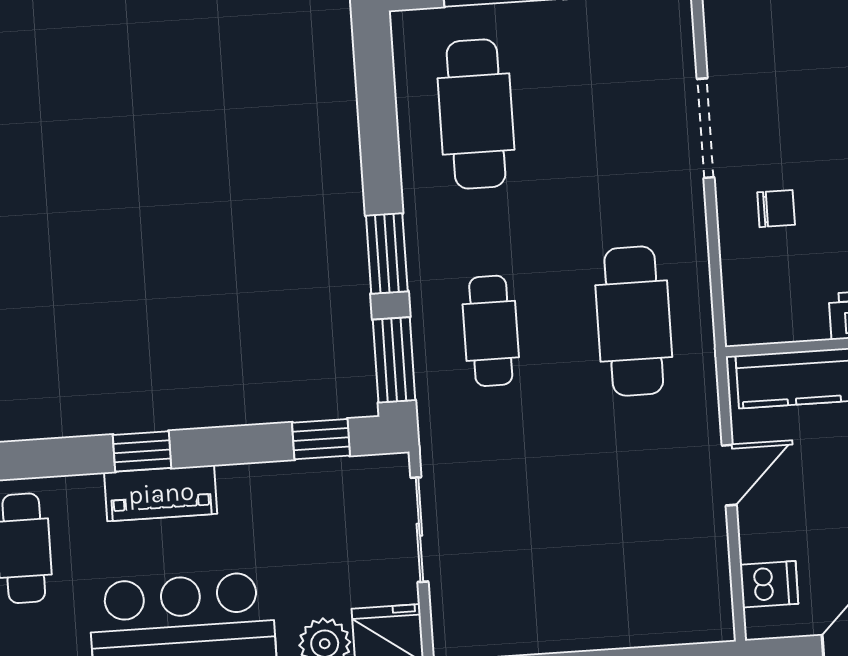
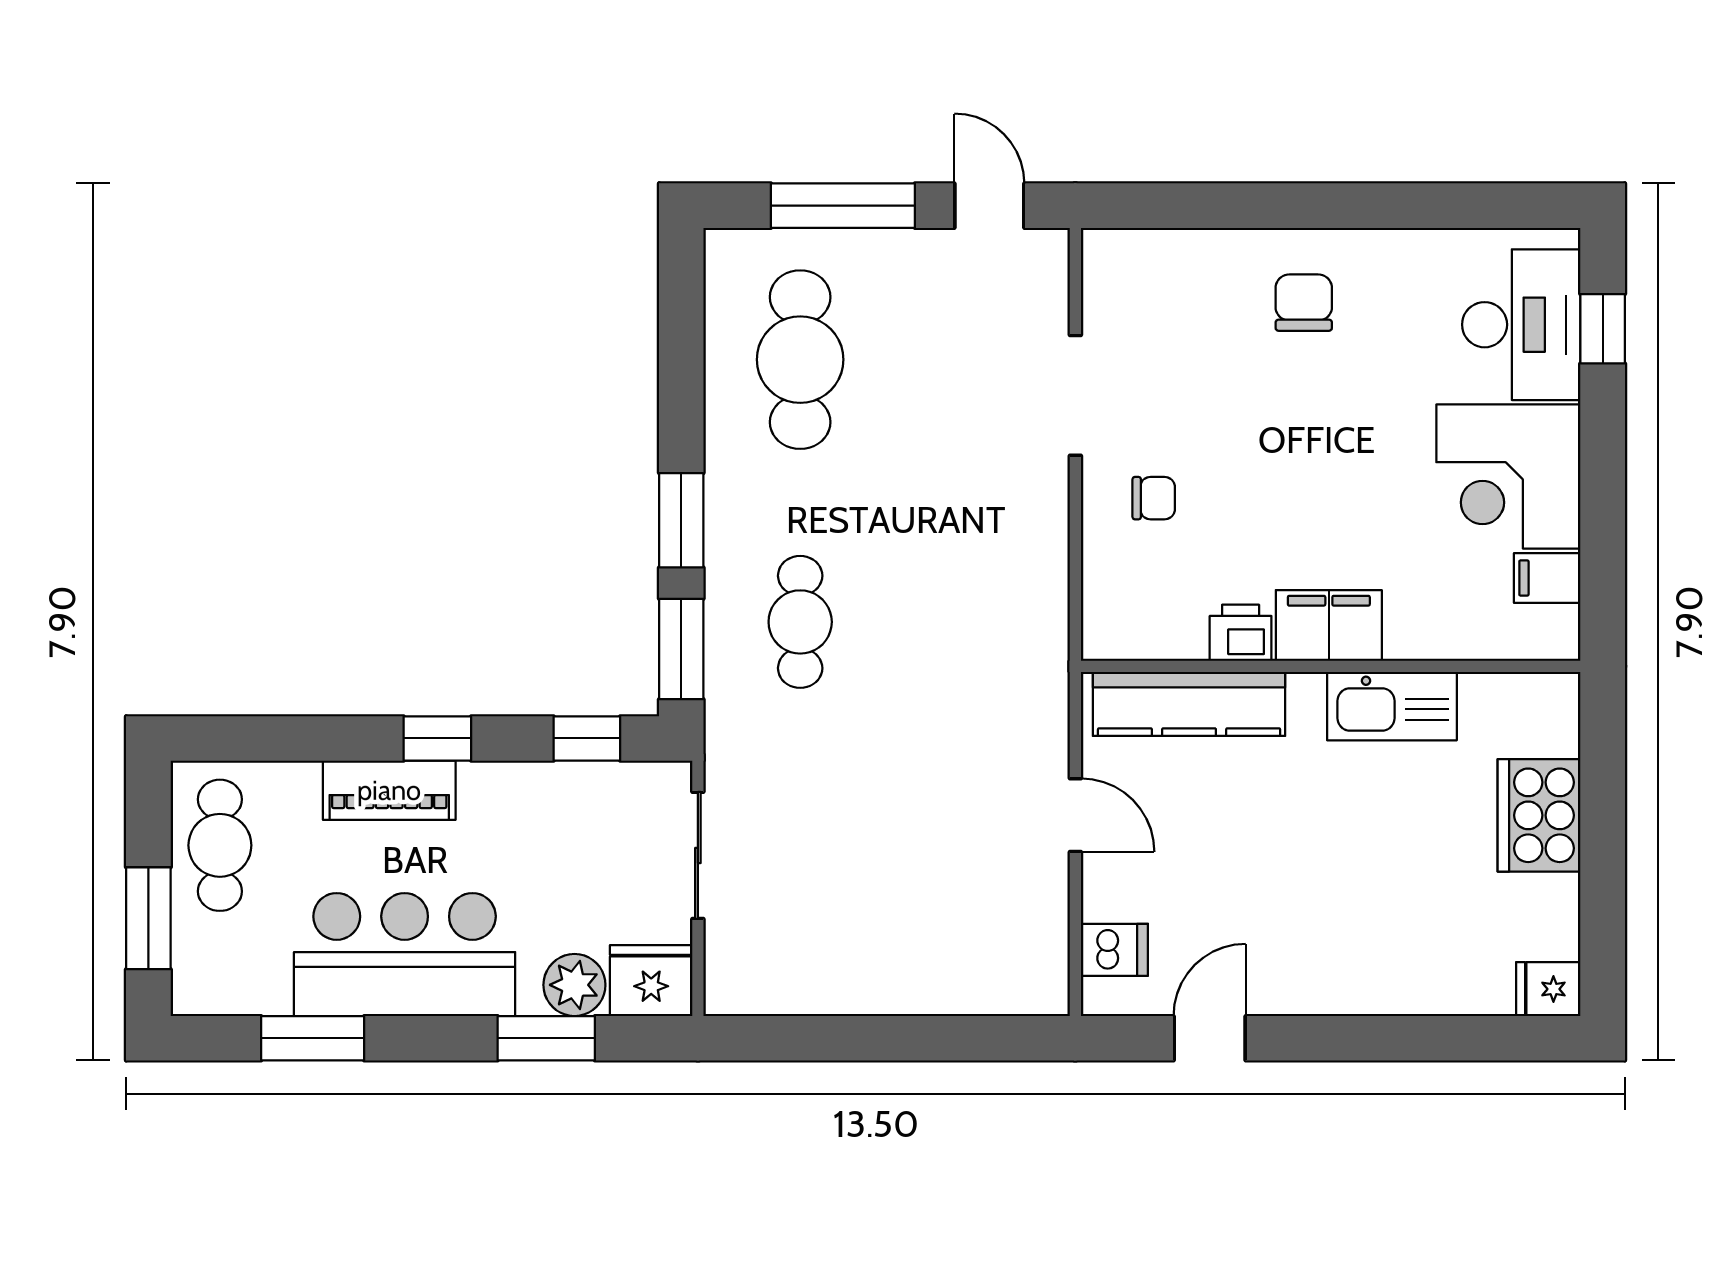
cafe table: (634, 321) -> (973, 622), removed
window: (142, 451) -> (437, 738), moved
door: (729, 475) -> (1075, 815), hinge flipped

